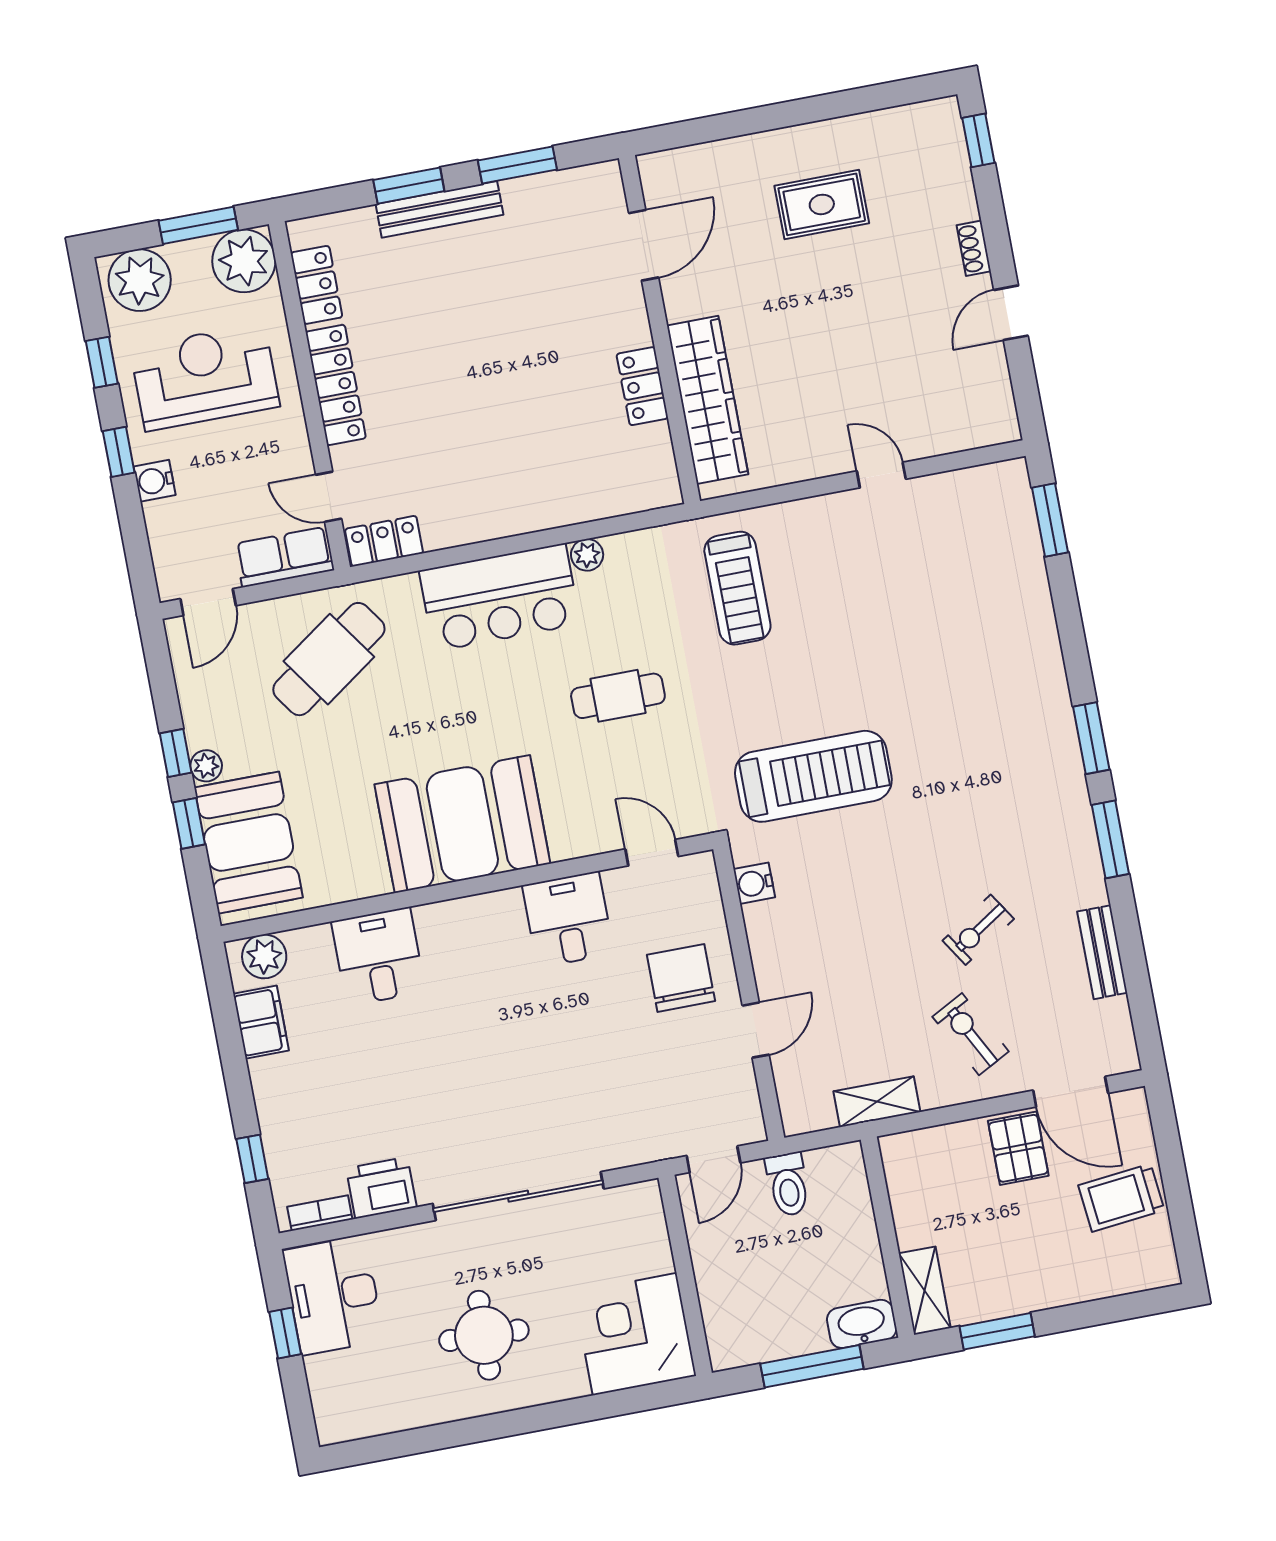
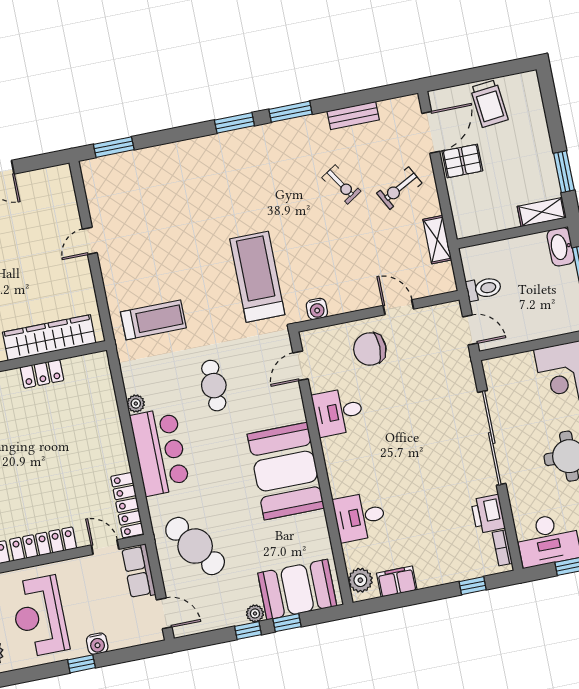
window: (102, 362) -> (32, 674), removed
door: (329, 497) -> (105, 547), swing flipped
locker: (384, 541) -> (127, 505), width x1.53

